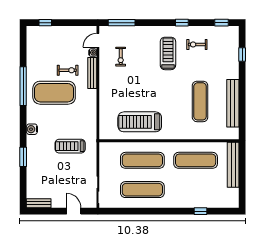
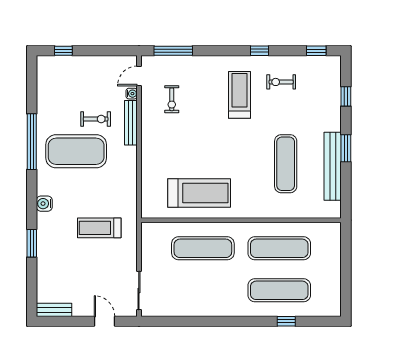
window: (242, 91) -> (346, 148), added
treadmill: (140, 122) -> (199, 193), turned 180
bench: (233, 165) -> (333, 255), removed
exercise mat: (142, 190) -> (279, 290), moved

